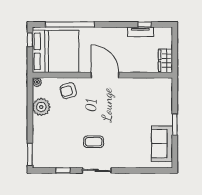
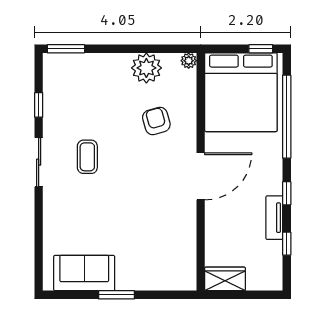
window: (115, 24) -> (287, 193), added
tv unit: (140, 32) -> (274, 218), moved
armchair: (68, 91) -> (156, 121), moved

